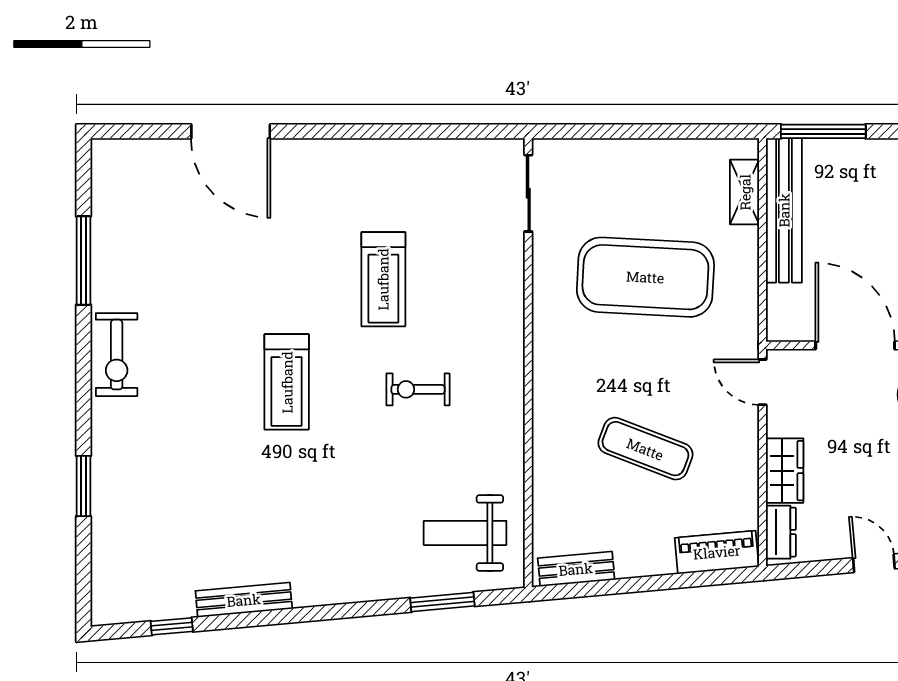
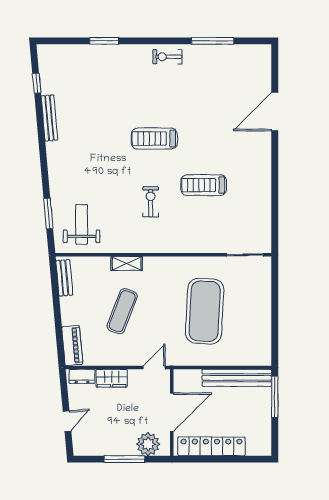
shelving: (745, 192) -> (127, 264), moved
exercise bike: (117, 355) -> (167, 57), width x0.73, depth x0.72

